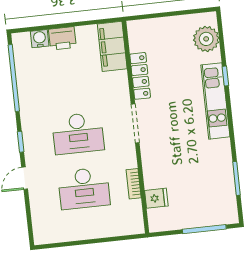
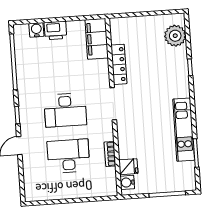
kitchen unit: (215, 101) -> (184, 130), moved
desk: (84, 188) -> (68, 156), turned 180
water cooler: (156, 217) -> (127, 182), added

